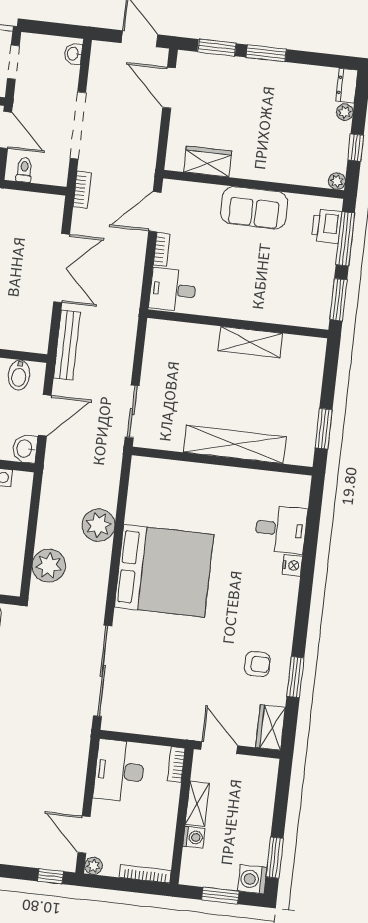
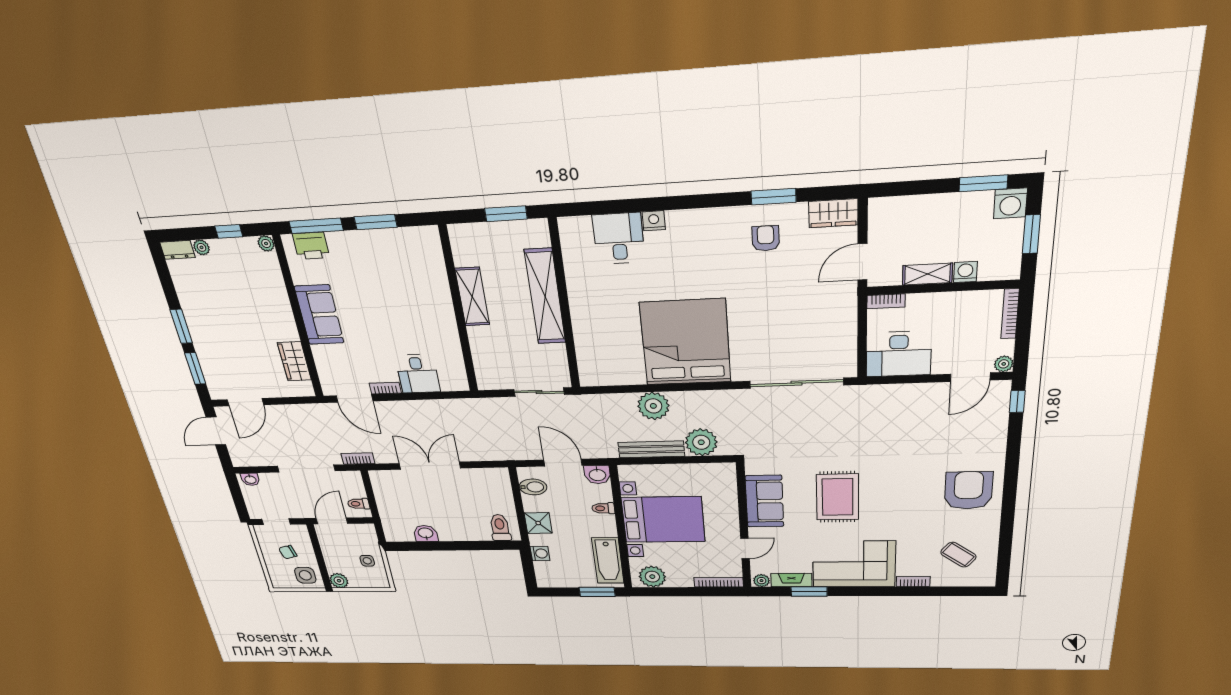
wall: (238, 324) -> (459, 311), moved
shelving: (250, 342) -> (472, 297), moved
bench: (67, 345) -> (651, 449), moved

